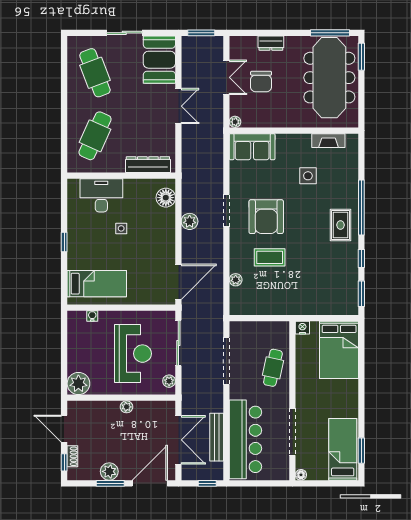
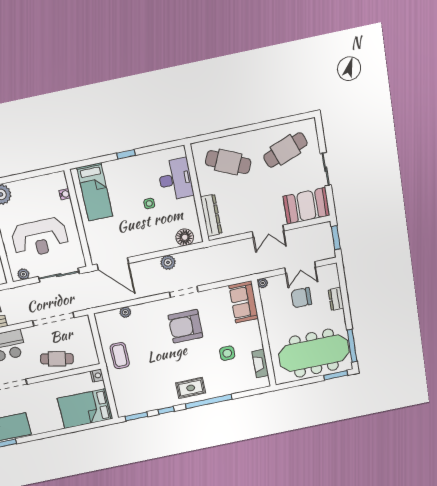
coffee table: (270, 257) -> (120, 356), moved

